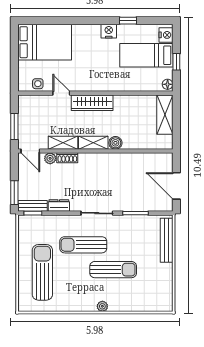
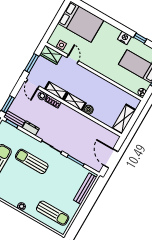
wardrobe: (92, 103) -> (51, 55), moved, width x0.67
shelving: (165, 115) -> (124, 119), moved
sun lounger: (113, 270) -> (53, 213), moved

